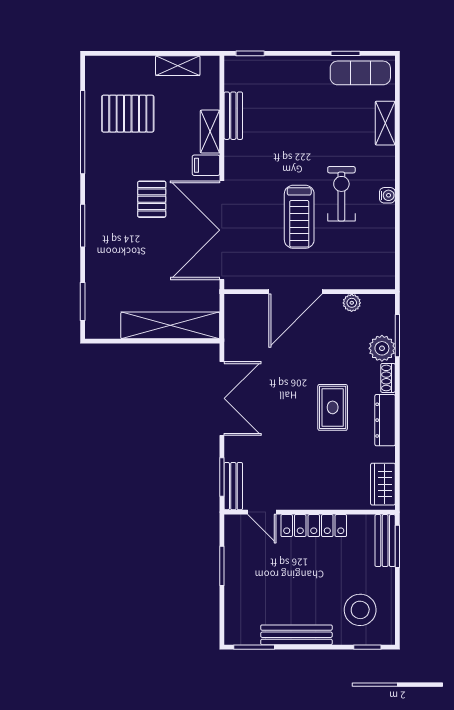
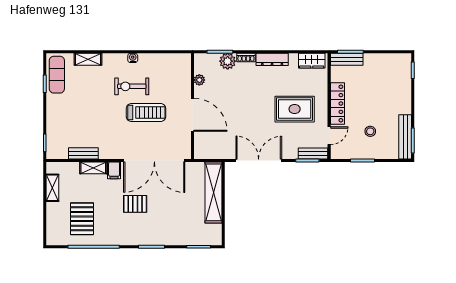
rug: (333, 407) -> (295, 109), moved, width x1.36, depth x1.43
stool: (360, 610) -> (370, 131), moved, width x0.53, depth x0.53
bench: (296, 635) -> (405, 137), moved

